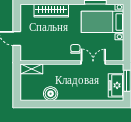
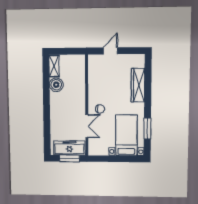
shelving: (32, 69) -> (54, 66), moved
freezer: (116, 85) -> (69, 148), width x1.40

